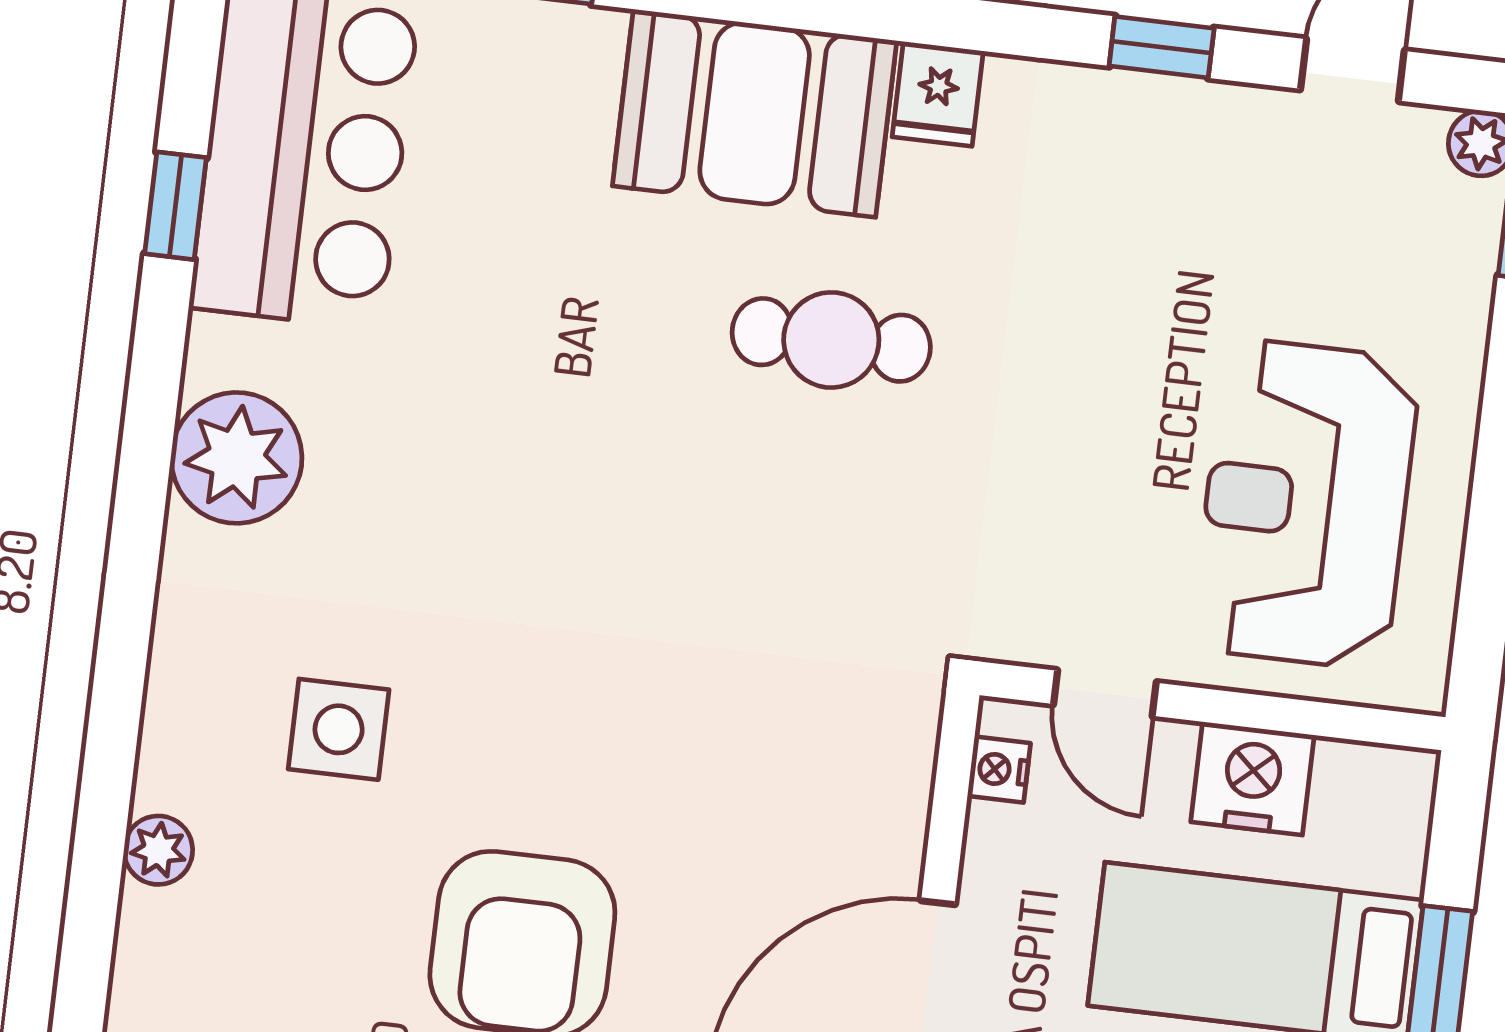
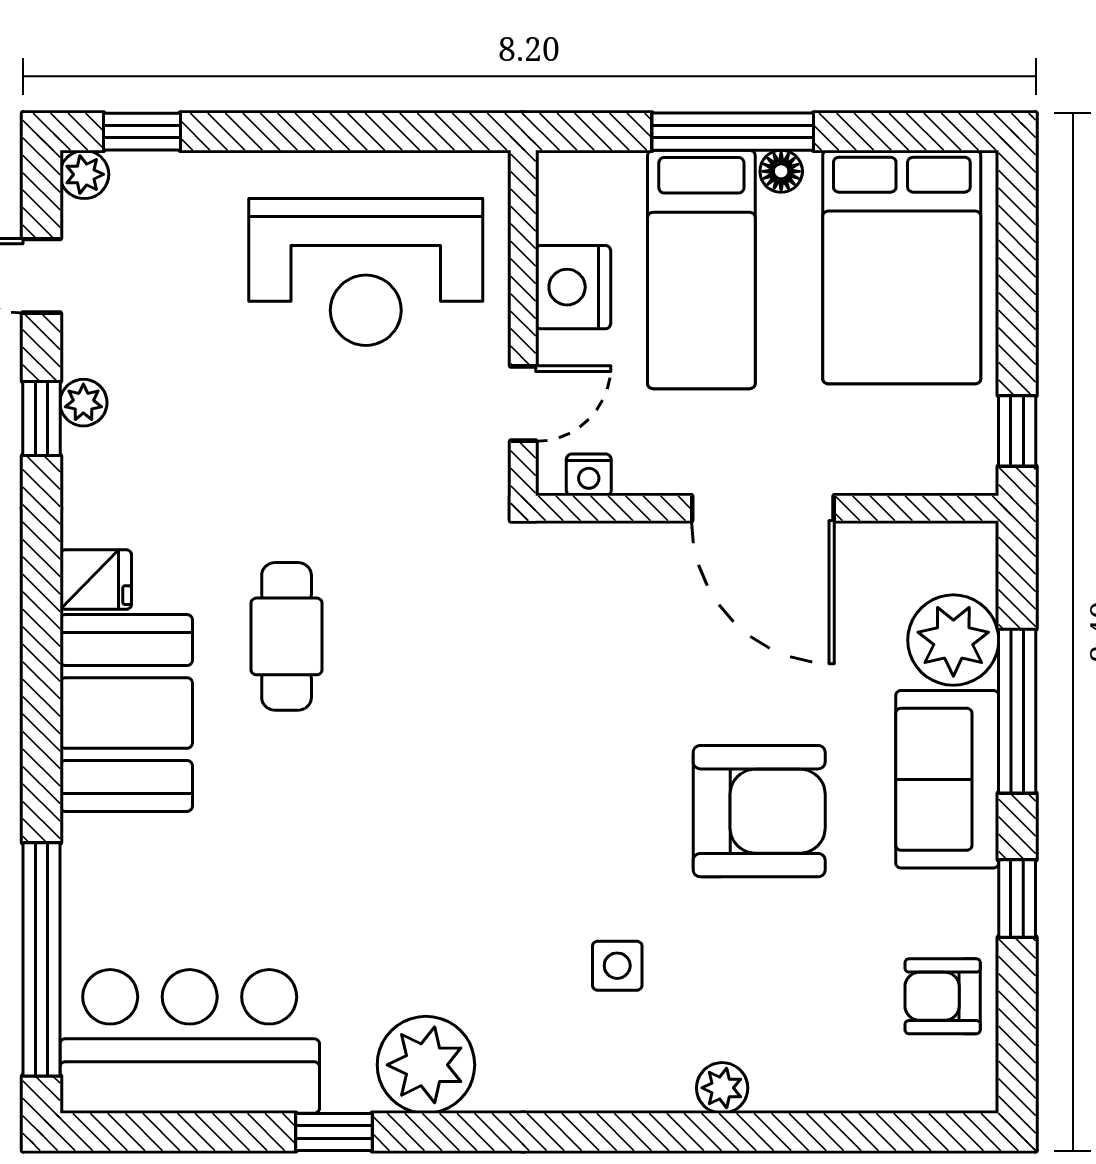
plant: (1176, 106) -> (83, 403), added
window: (176, 206) -> (334, 1132), moved
side table: (339, 729) -> (617, 966), width x0.73, depth x0.73

